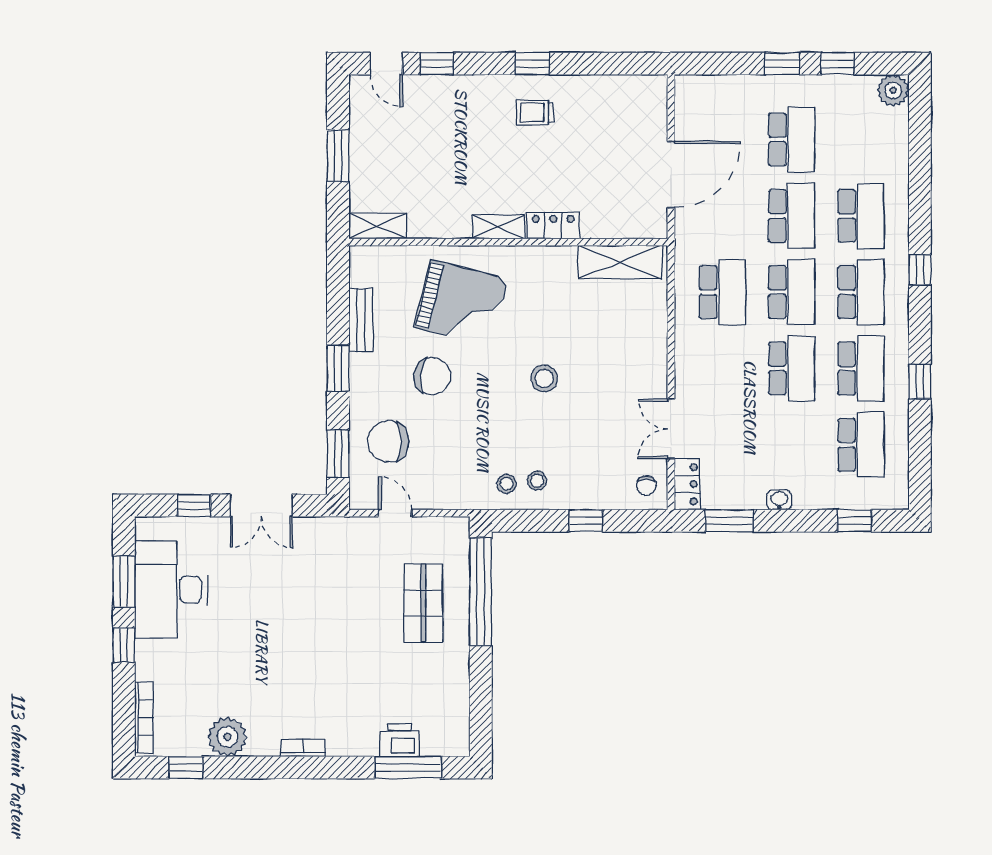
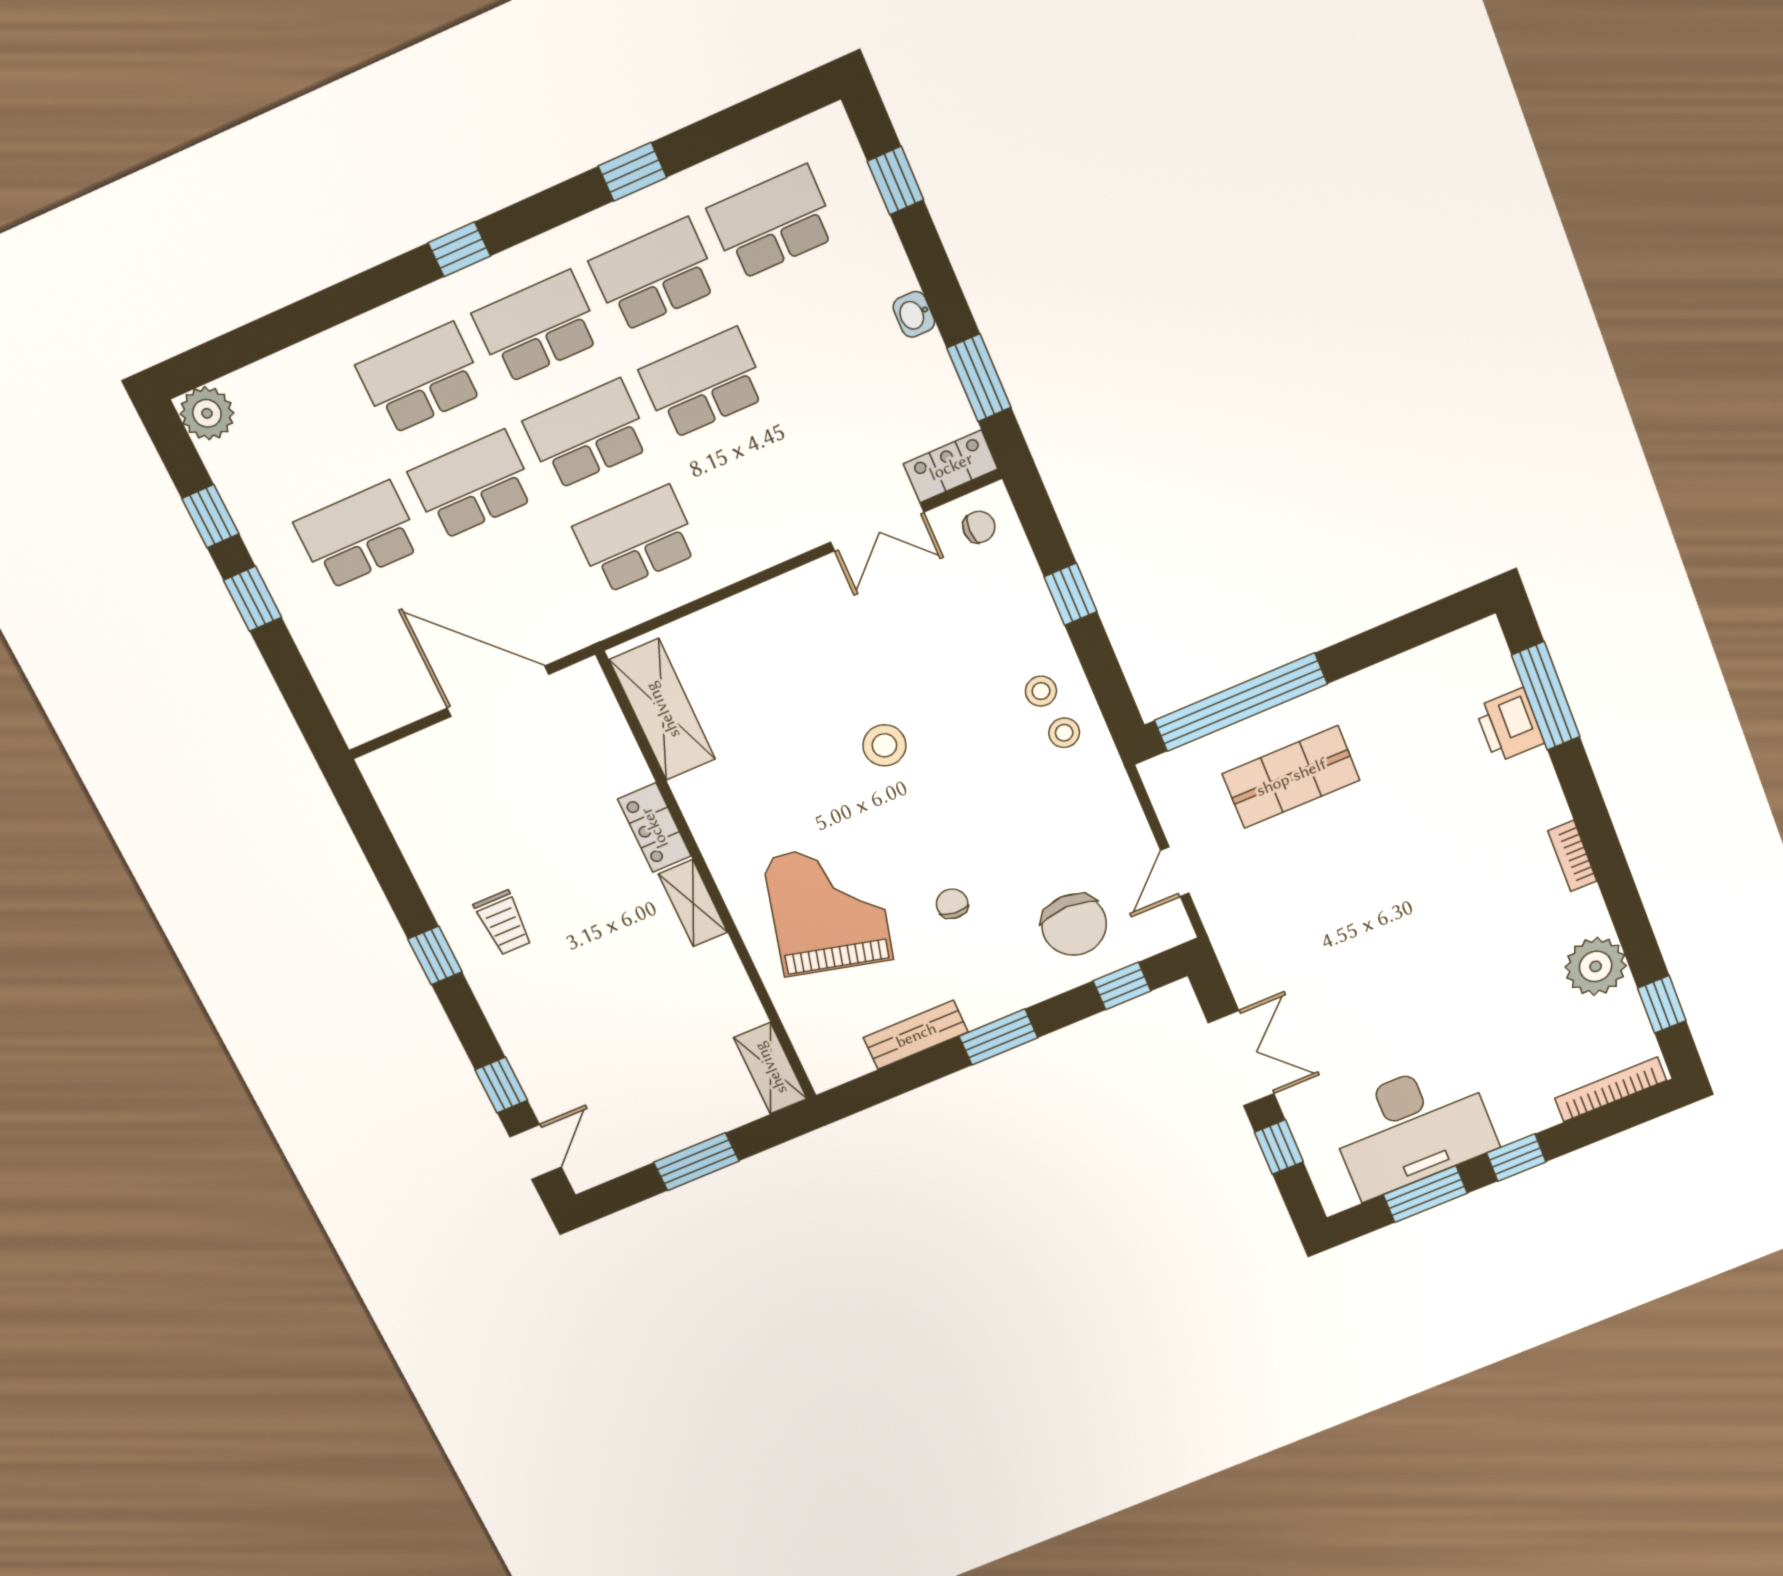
chair: (432, 376) -> (952, 904), width x0.54, depth x0.54
window: (338, 454) -> (1122, 986), width x0.67

